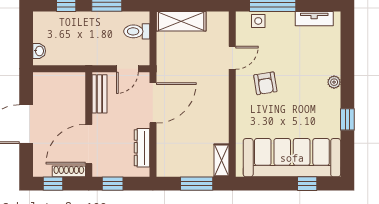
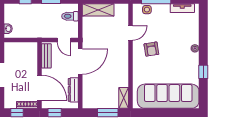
door: (127, 69) -> (64, 40), hinge flipped
door: (89, 144) -> (40, 88), swing flipped
window: (307, 184) -> (178, 113), removed

